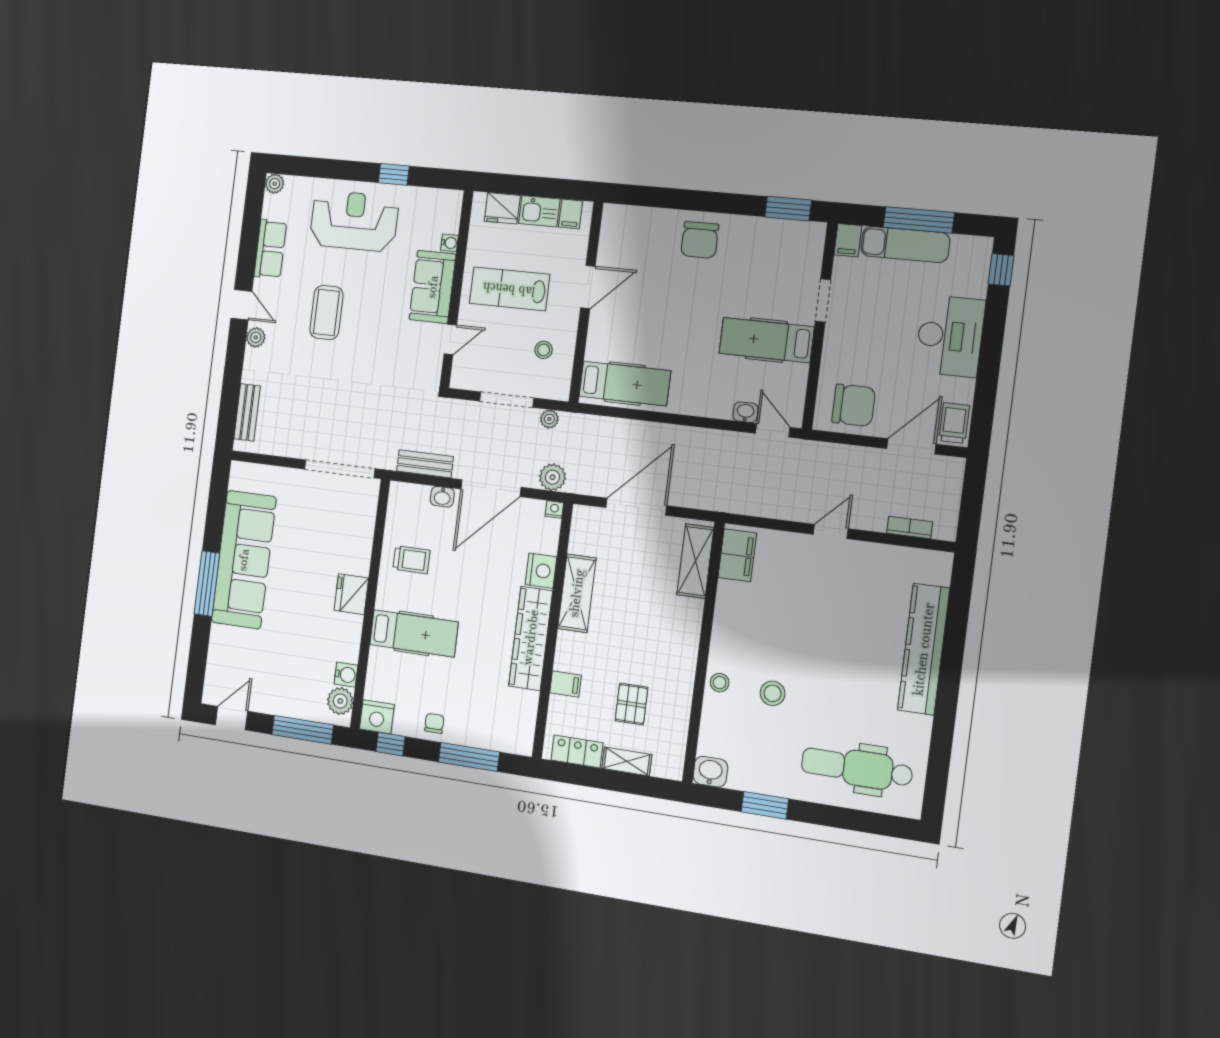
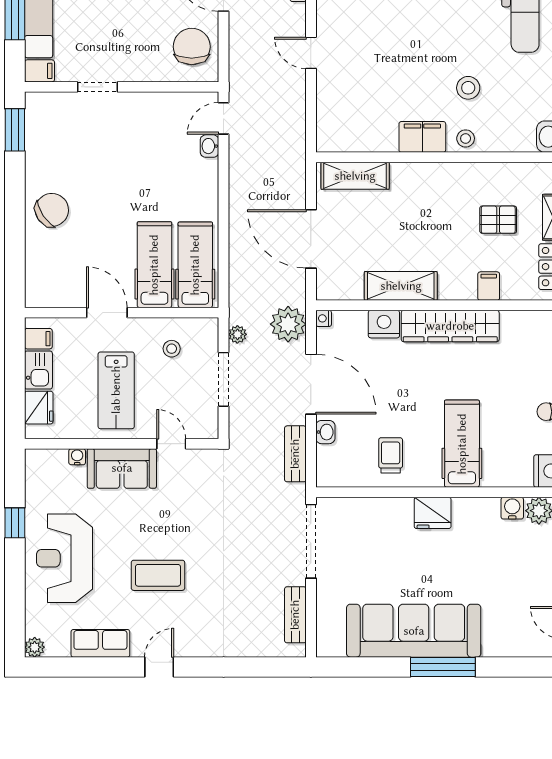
chair: (700, 240) -> (52, 210), turned -34
plant: (256, 337) -> (190, 647), removed
hospital bed: (766, 340) -> (154, 265), moved, turned 180
bench: (247, 412) -> (295, 615), moved, turned 90
plant: (552, 477) -> (288, 324), width x1.36, depth x1.36
filing cabinet: (737, 555) -> (422, 137), moved

